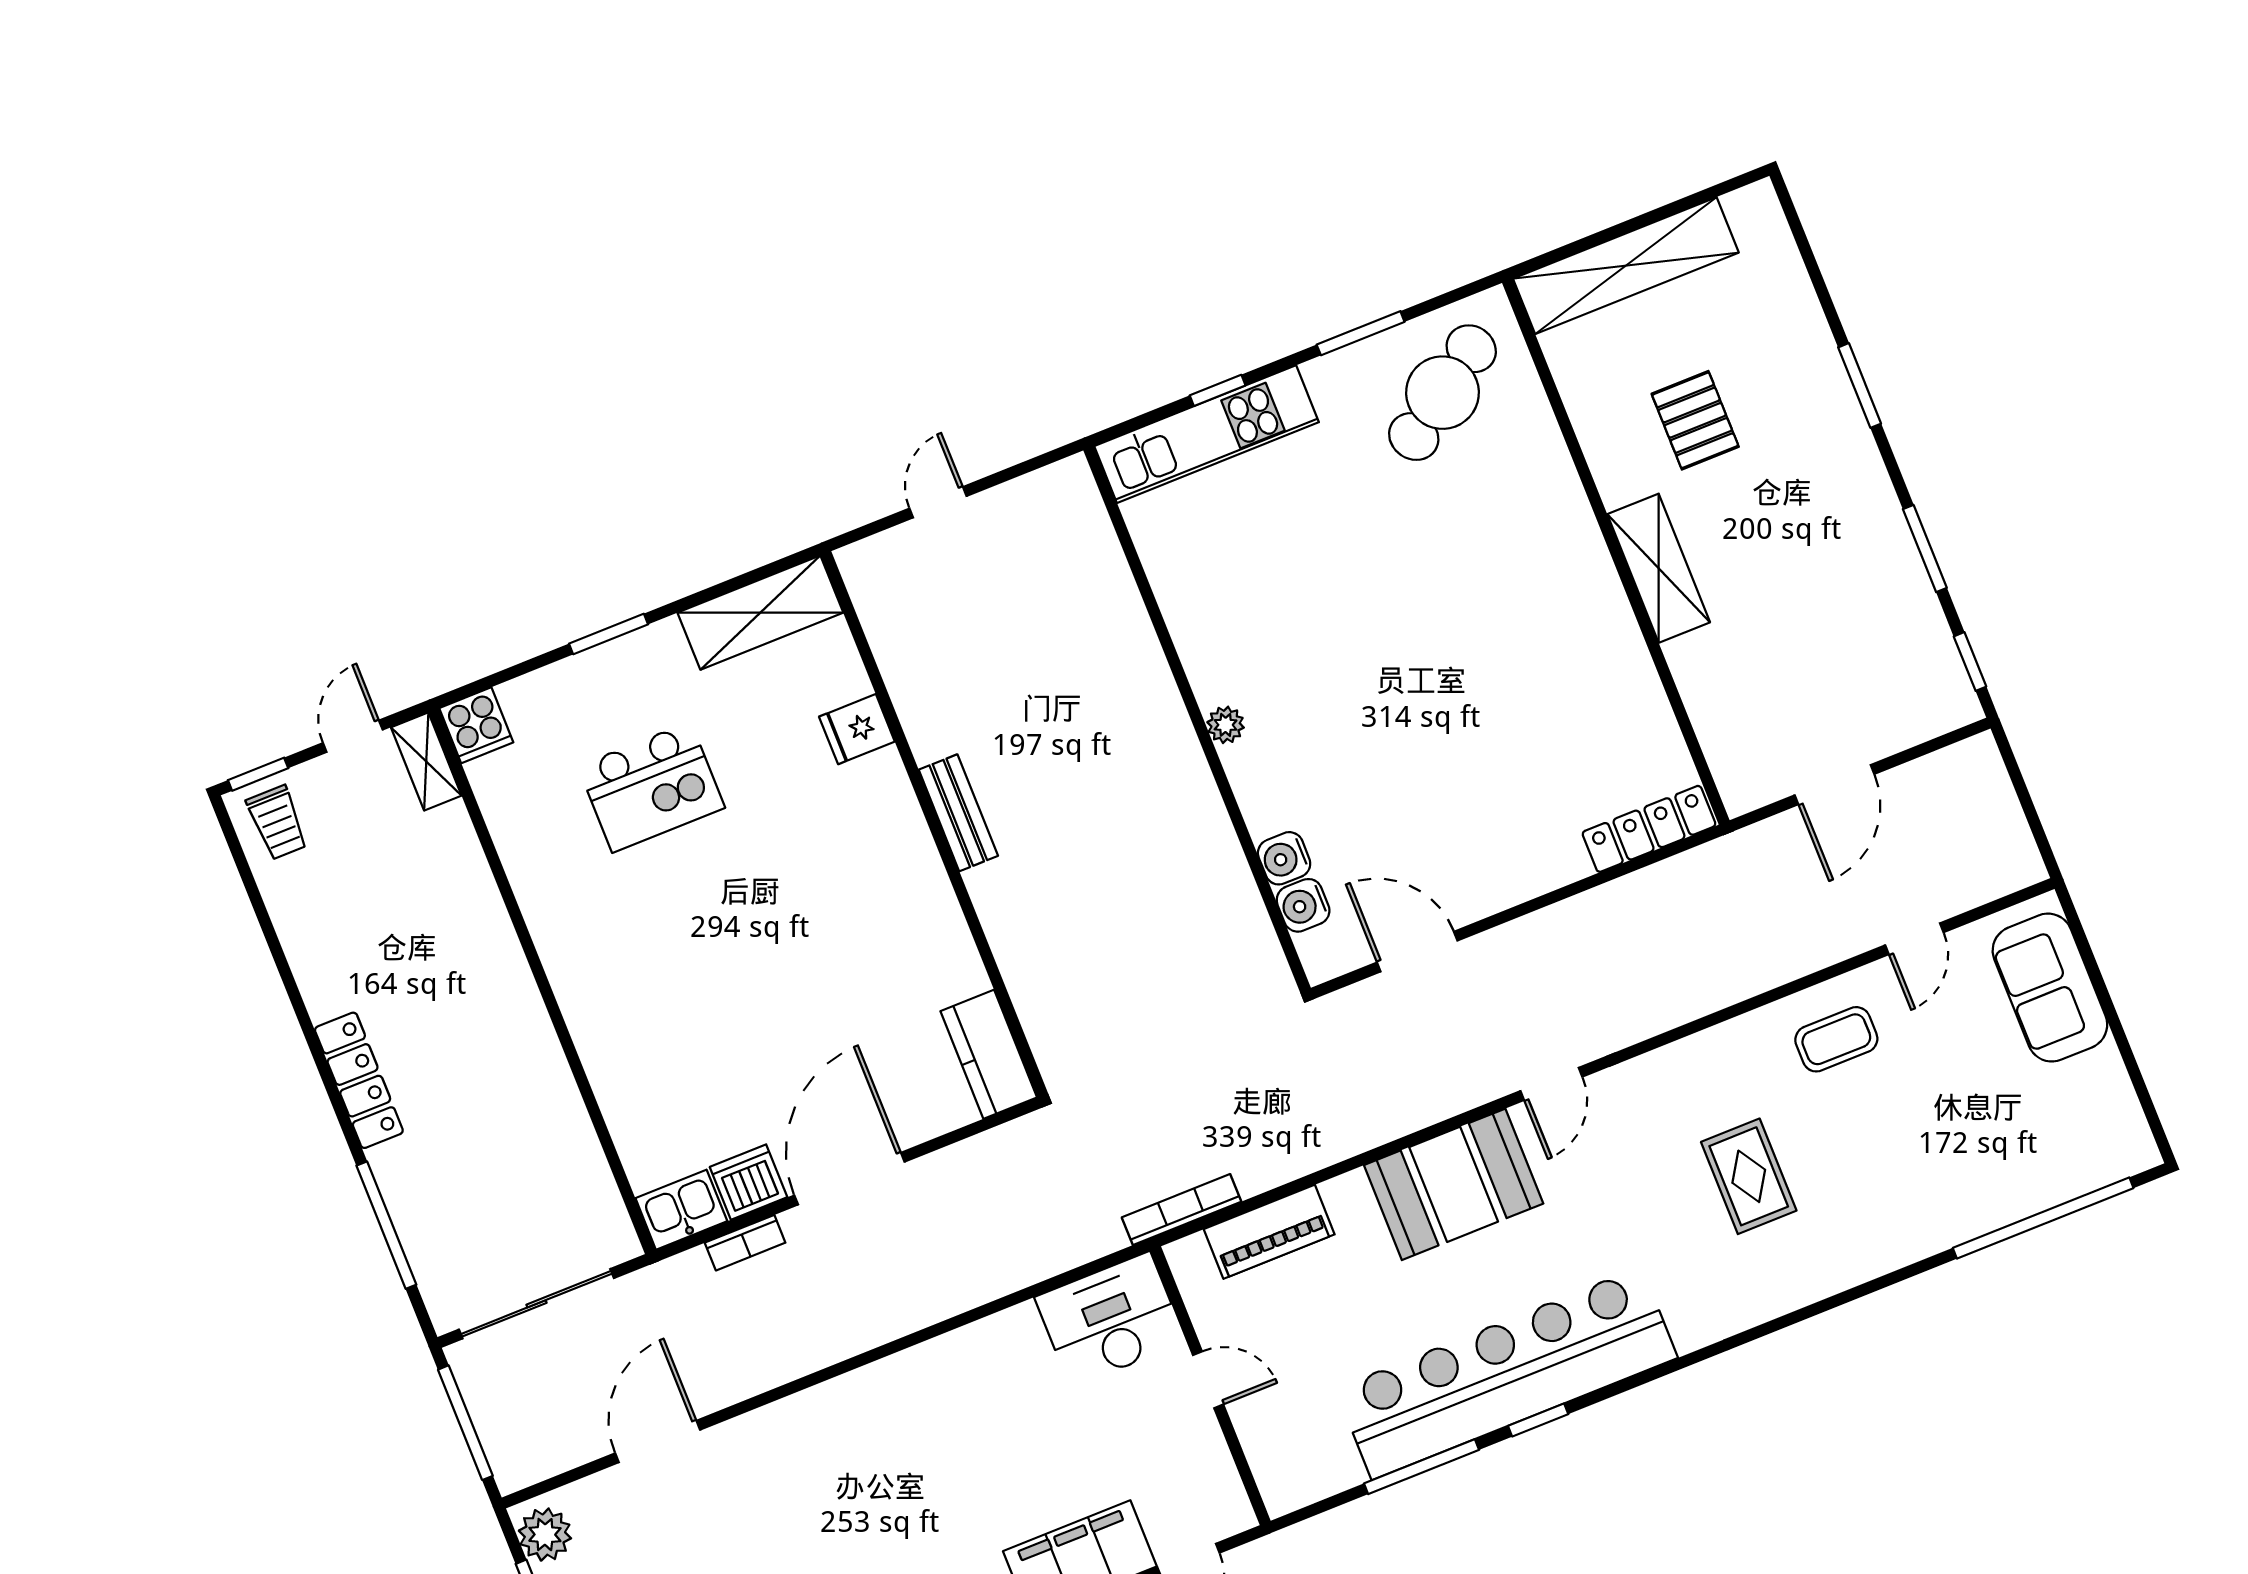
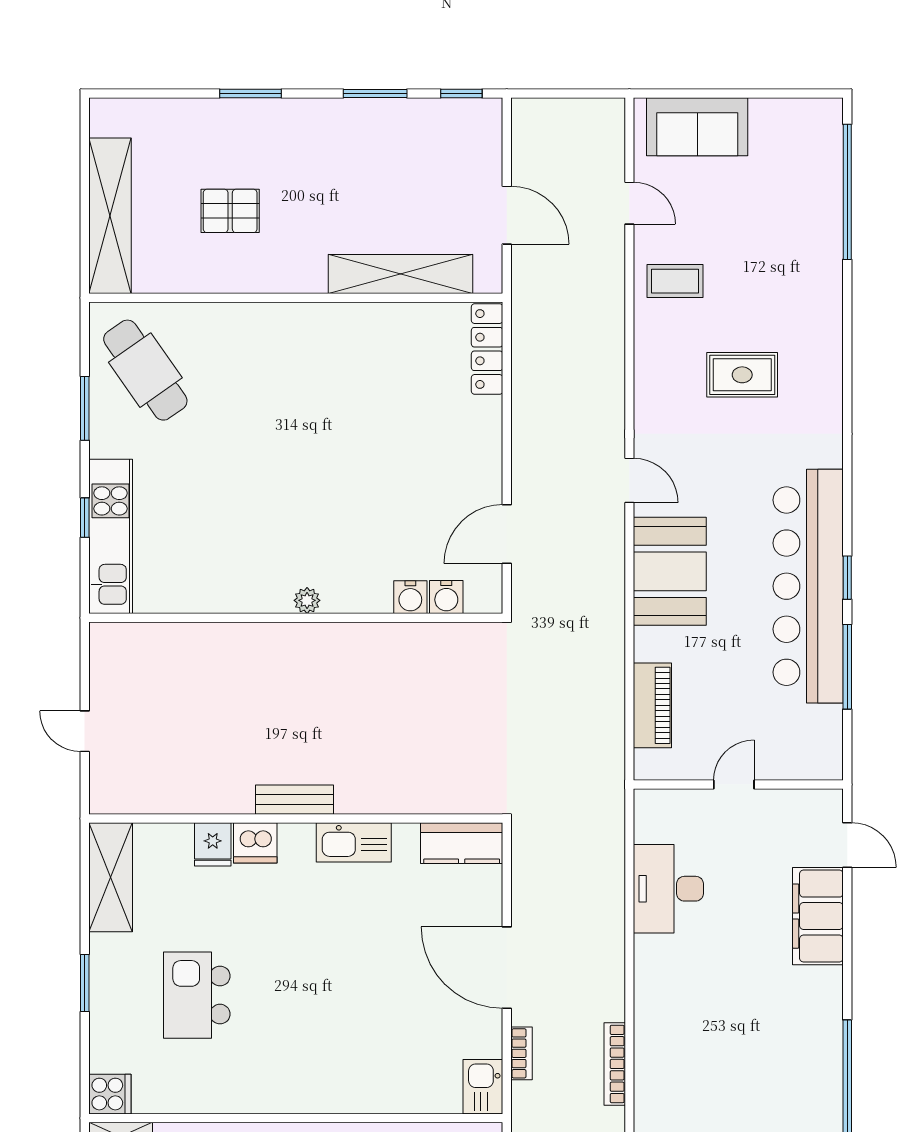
shelving: (1659, 568) -> (401, 274), moved, width x1.47
kitchen island: (651, 787) -> (197, 995), turned 180
kitchen sink: (933, 913) -> (354, 842), added
coffee table: (1836, 1039) -> (675, 281), turned 90
dishwasher: (749, 1182) -> (255, 843), moved, turned -90
bookcase: (1182, 1210) -> (615, 1064), moved
desk: (1110, 1320) -> (668, 889), moved

